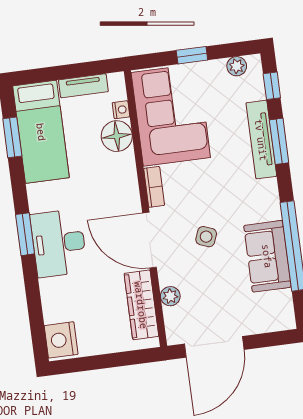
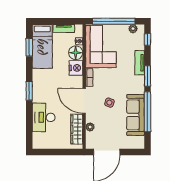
window: (192, 55) -> (114, 21), width x3.17
tv unit: (261, 140) -> (140, 63), width x0.71
window: (279, 141) -> (147, 76), moved
desk: (59, 243) -> (44, 117), moved
sofa: (267, 256) -> (136, 115), width x1.36
nightstand: (61, 340) -> (76, 68), moved, turned 180

